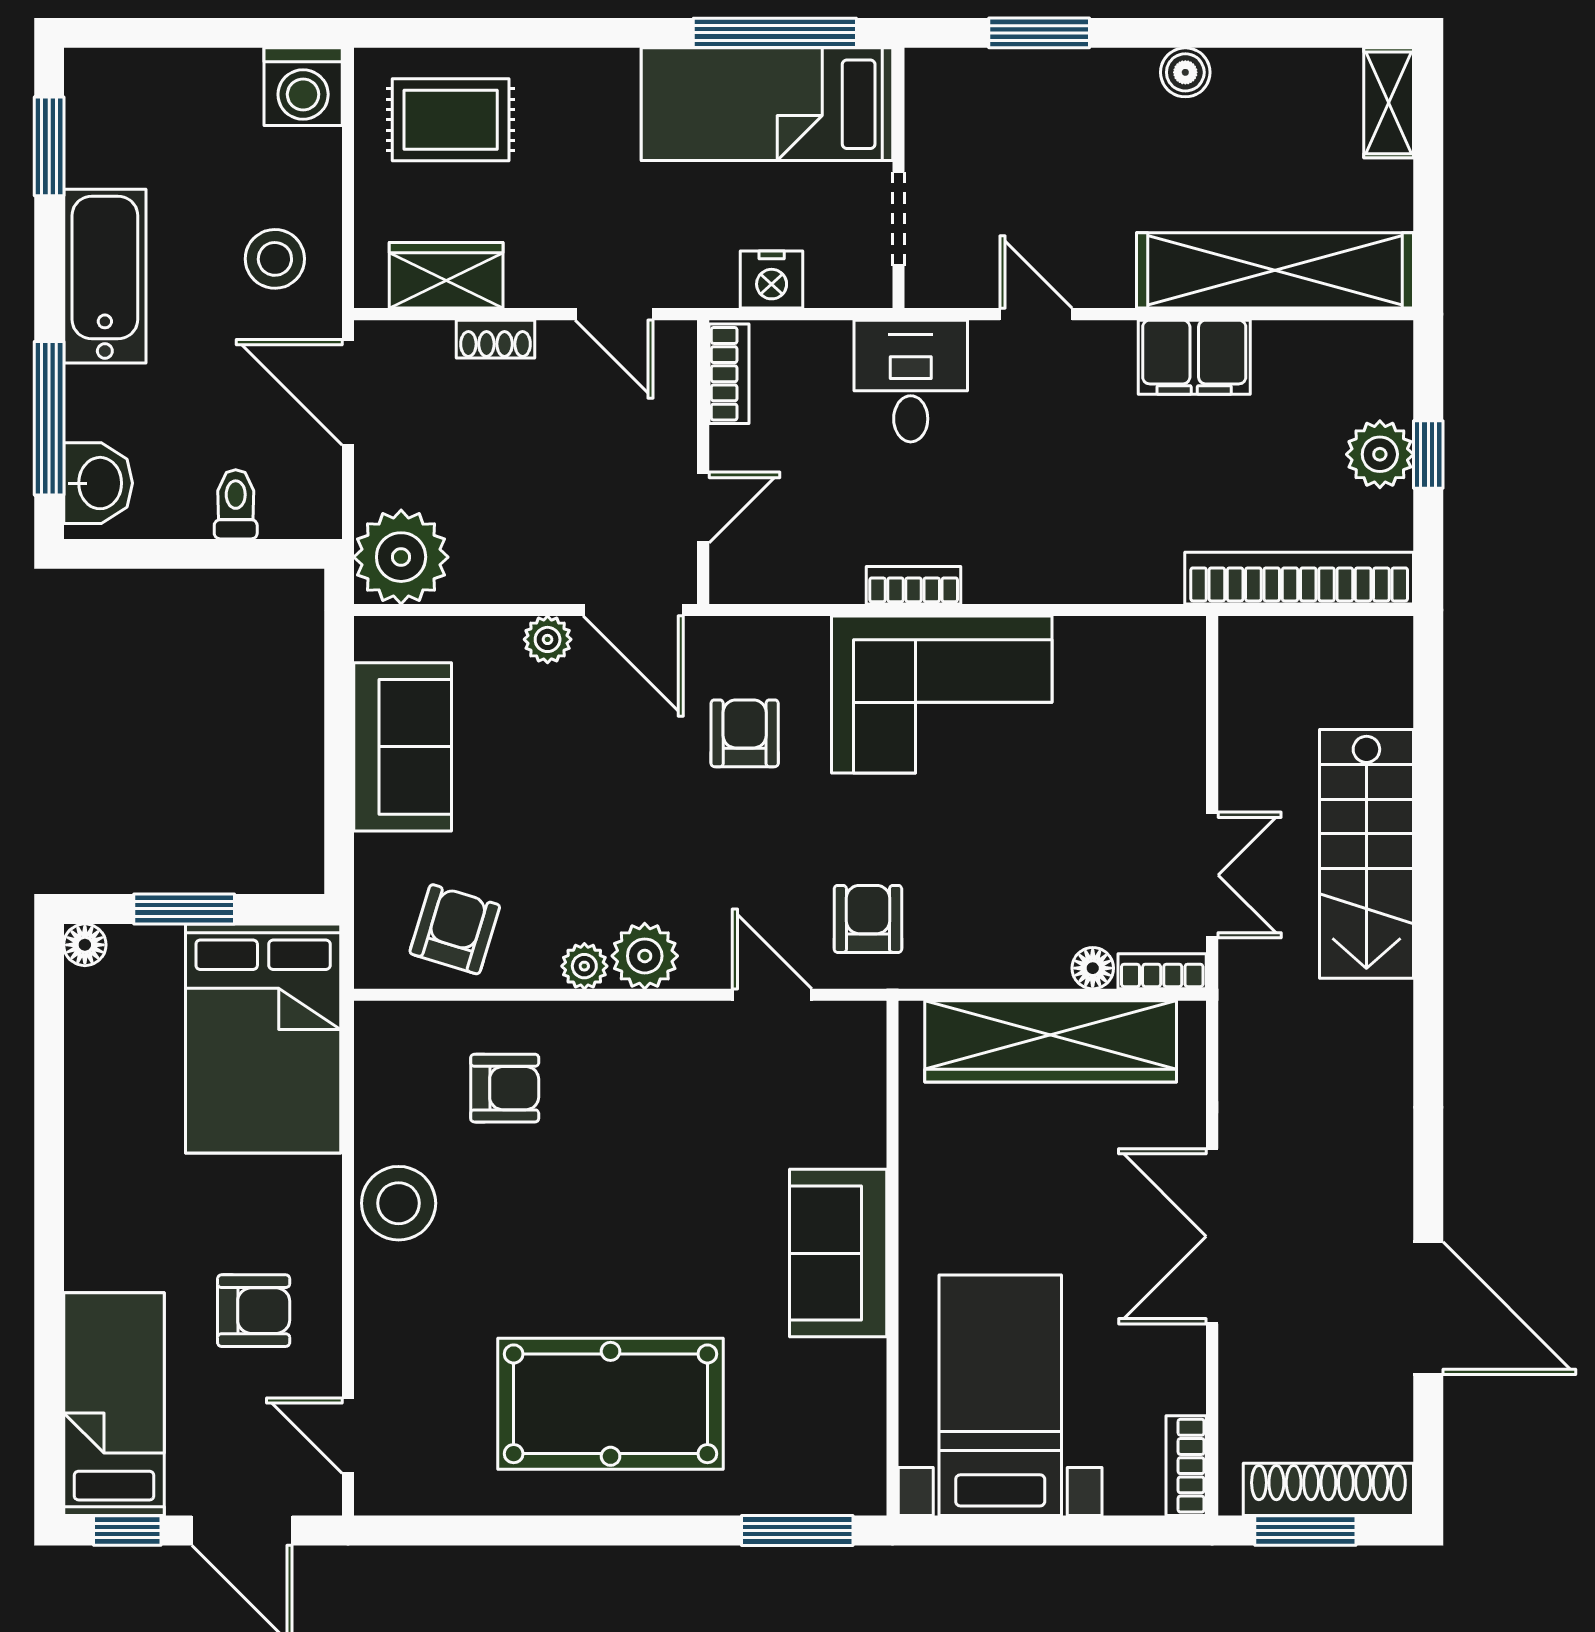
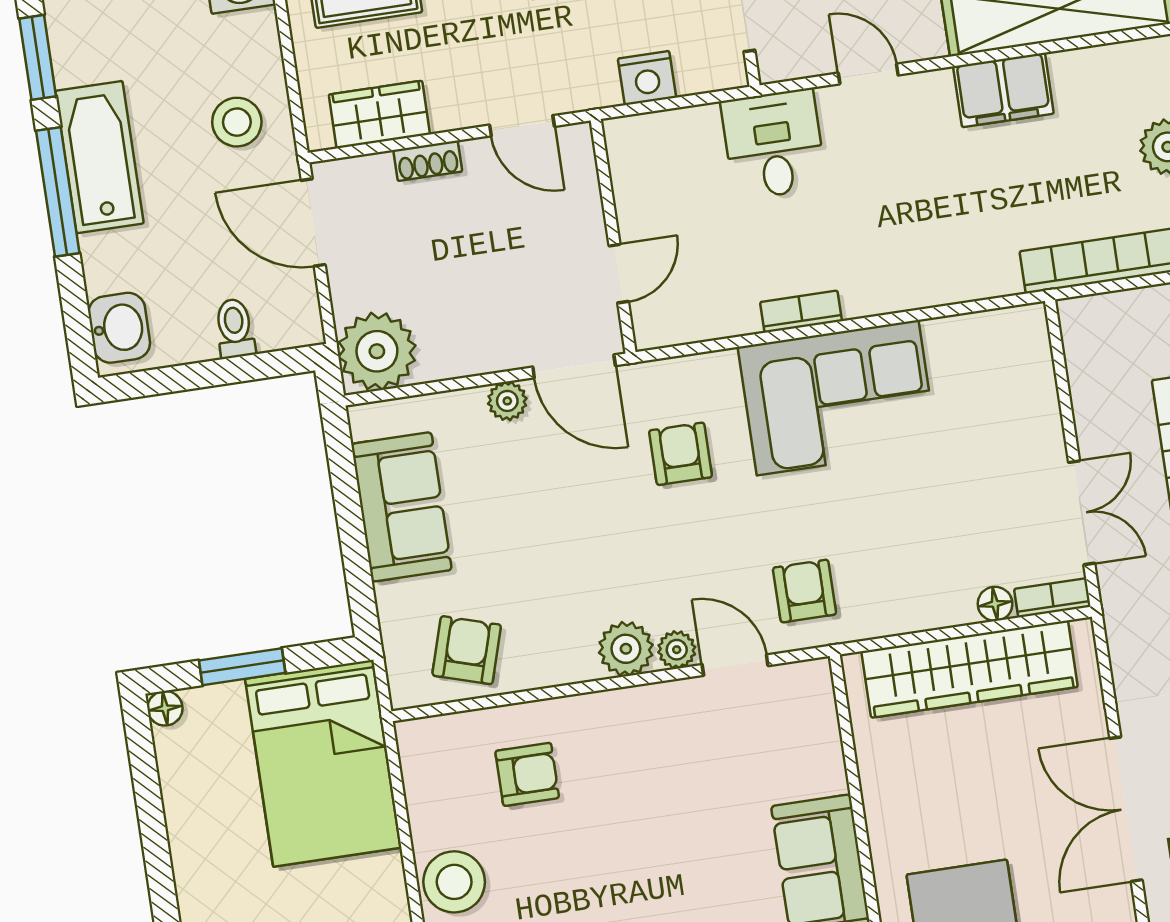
bookcase: (729, 374) -> (624, 161), removed
window: (49, 418) -> (58, 192), moved
plant: (584, 966) -> (677, 650), moved

